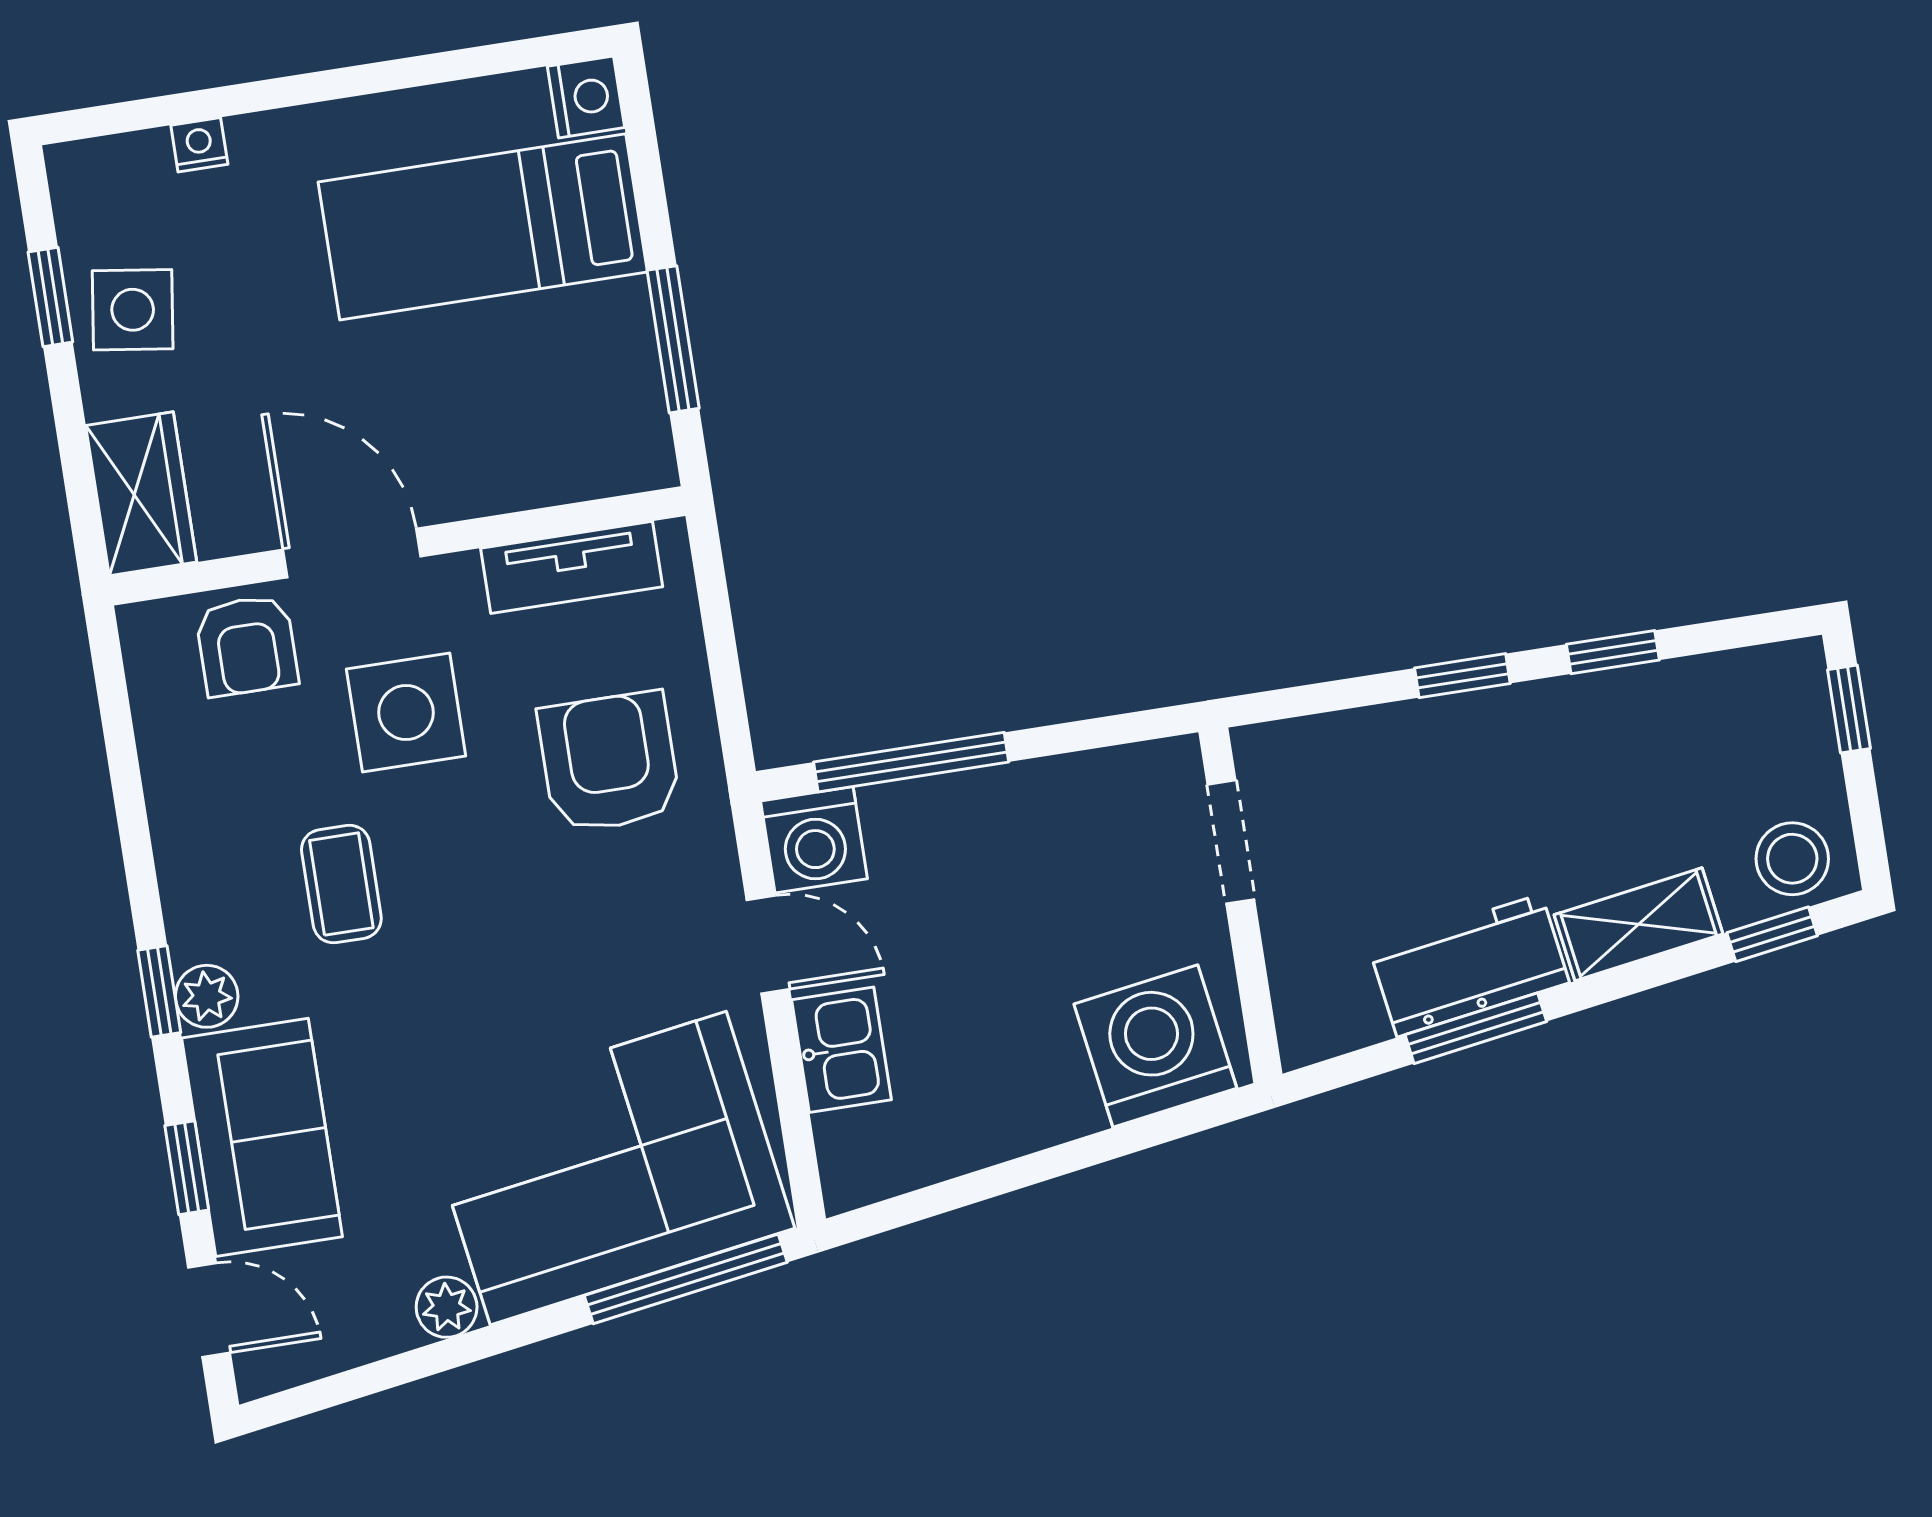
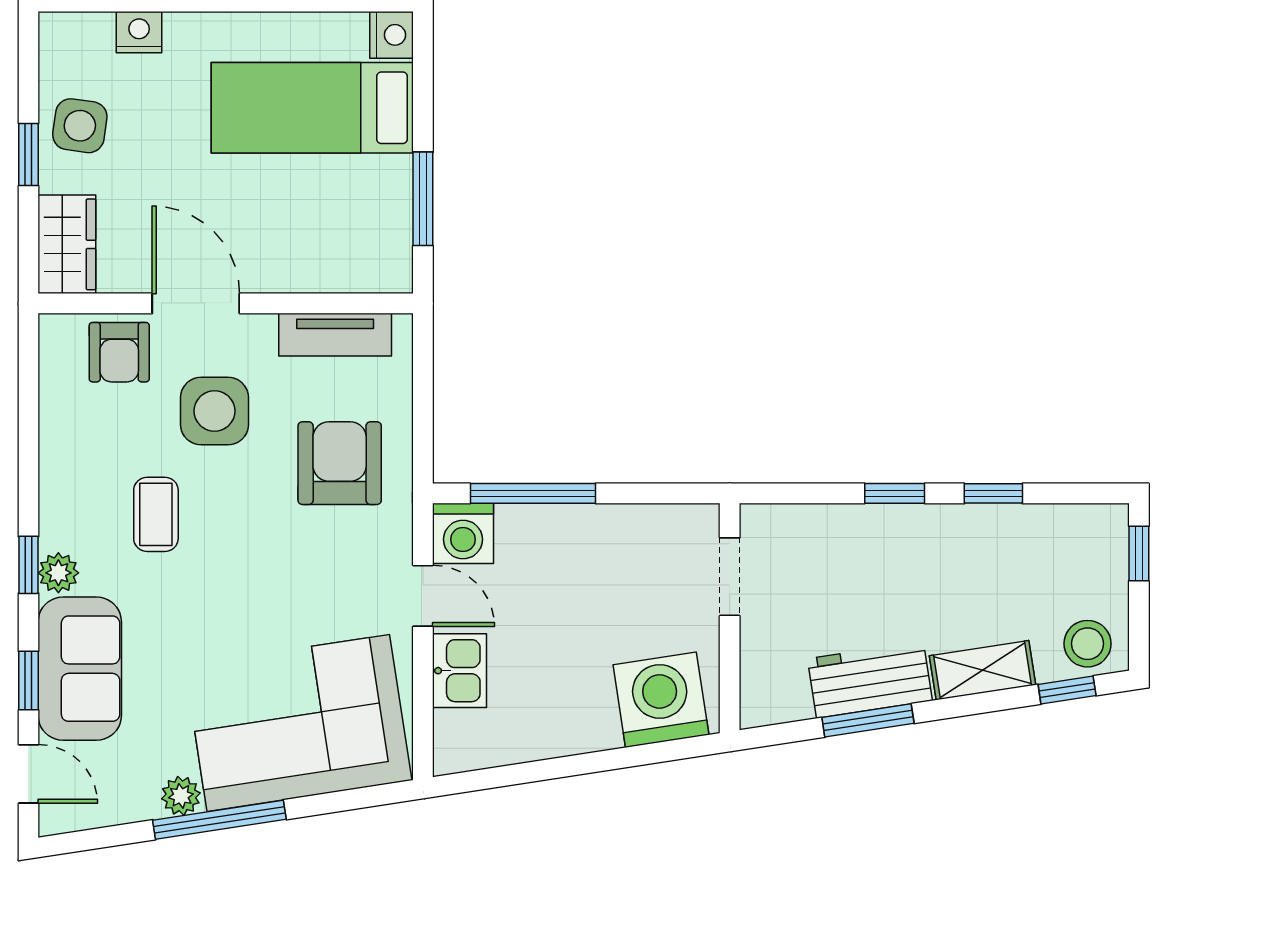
nightstand: (199, 145) -> (139, 32), width x1.39, depth x1.35
window: (50, 297) -> (28, 154), moved
window: (686, 1279) -> (219, 820), moved

